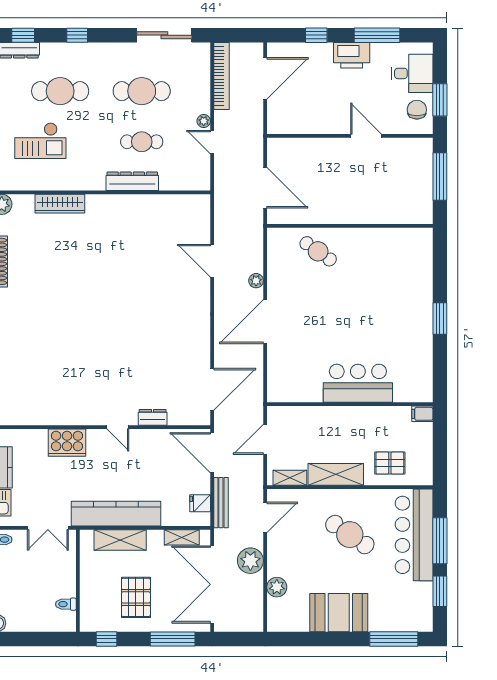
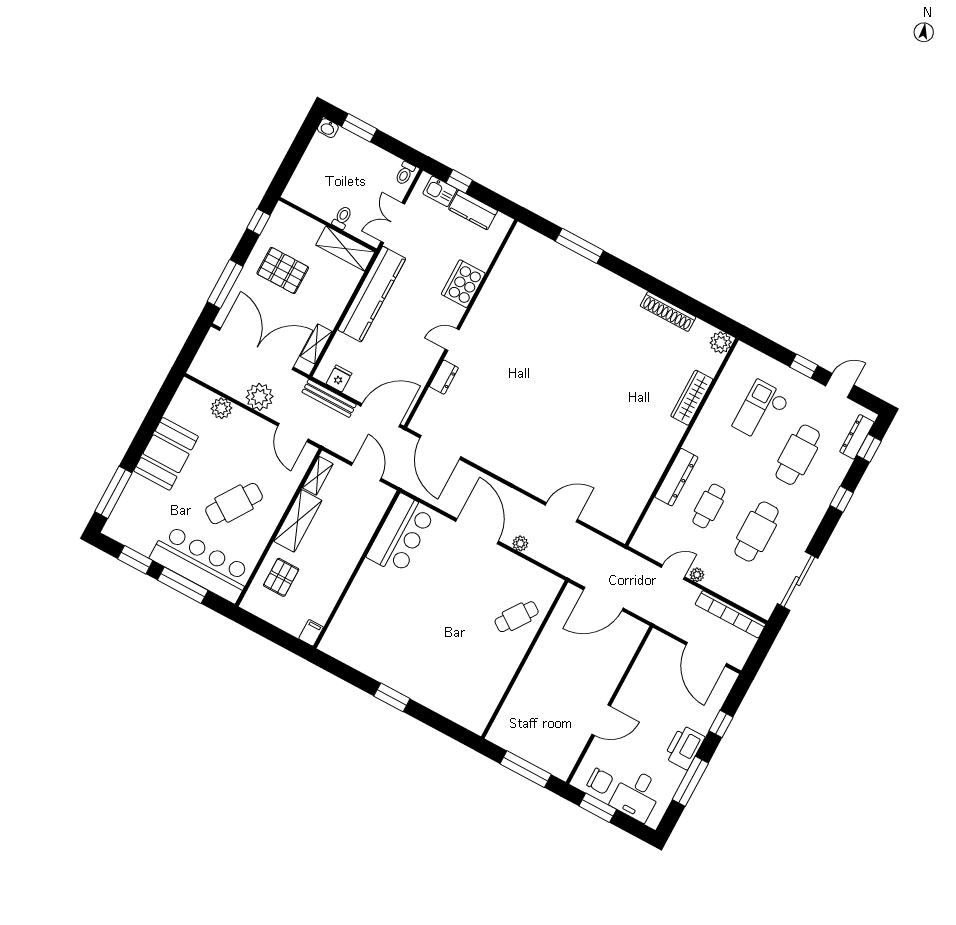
bar counter: (358, 383) -> (401, 534), moved
shelving: (120, 540) -> (345, 248), moved, turned 90
toilet: (66, 604) -> (342, 218), moved

